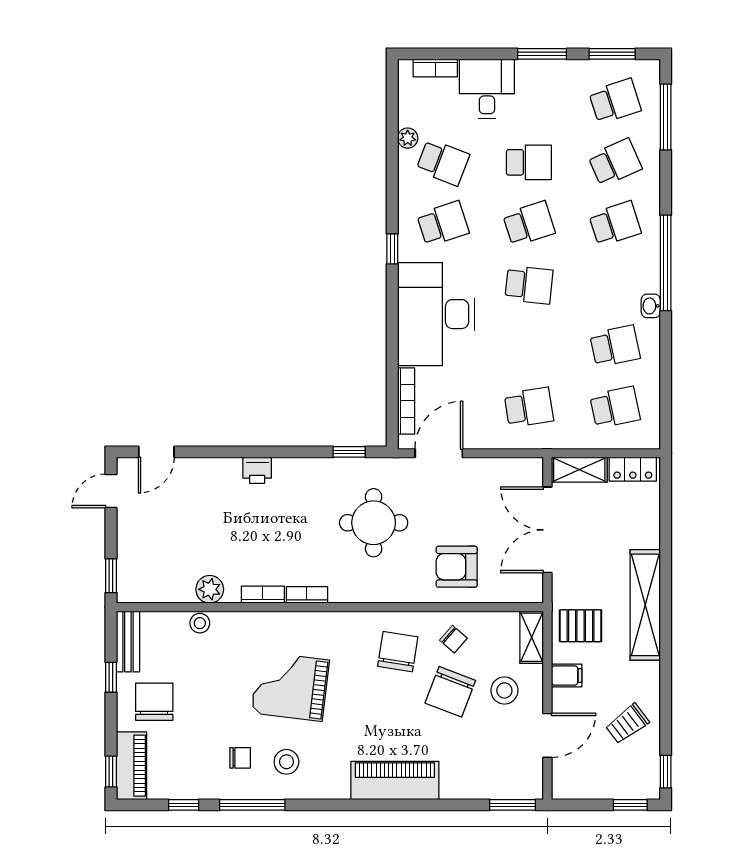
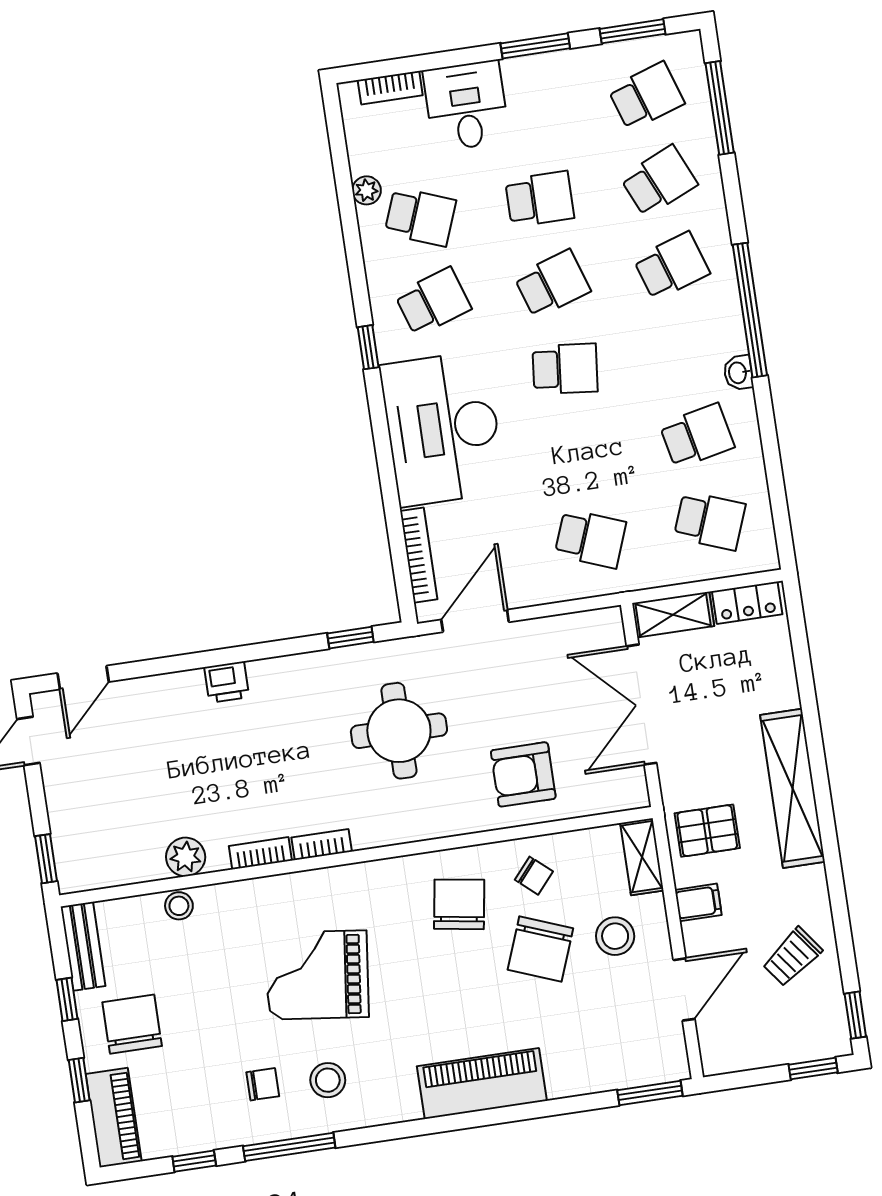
school desk: (529, 407) -> (590, 539), turned 30
school desk: (615, 407) -> (710, 521), turned 33
window: (111, 772) -> (79, 1080), moved

